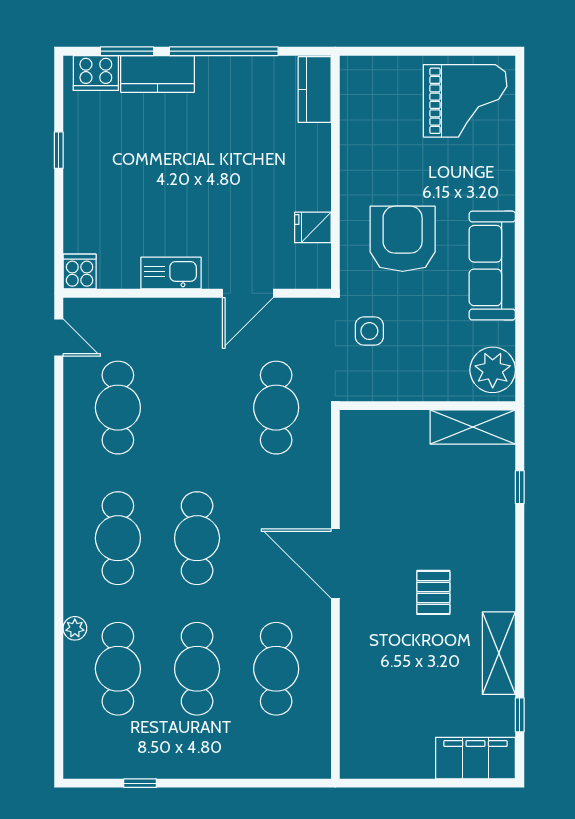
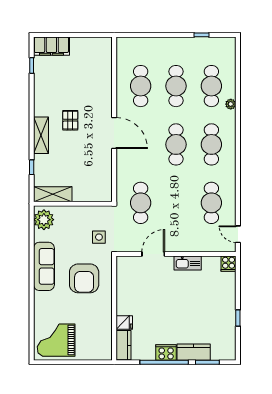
cooker: (96, 73) -> (166, 353), moved
fridge: (313, 227) -> (124, 323), moved
shelving: (499, 653) -> (41, 135), moved

